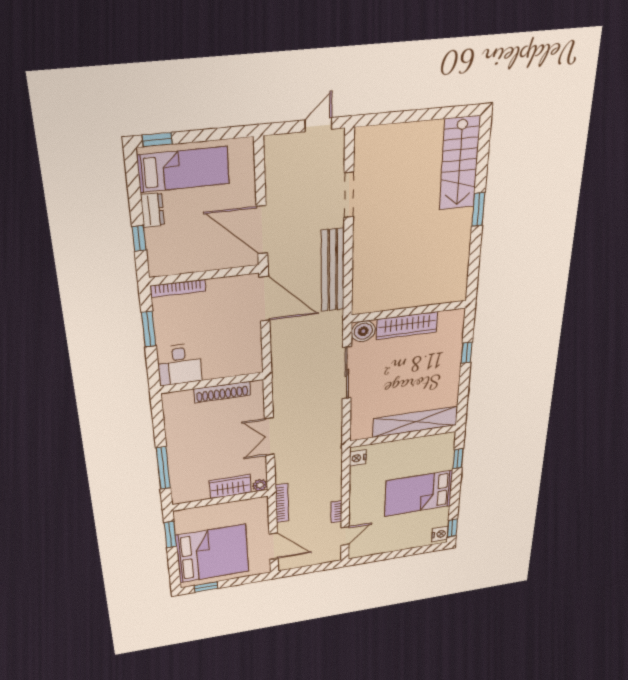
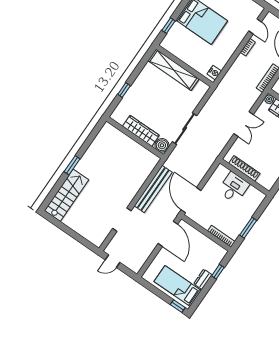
desk: (179, 364) -> (234, 188), moved
door: (345, 536) -> (255, 26), swing flipped

